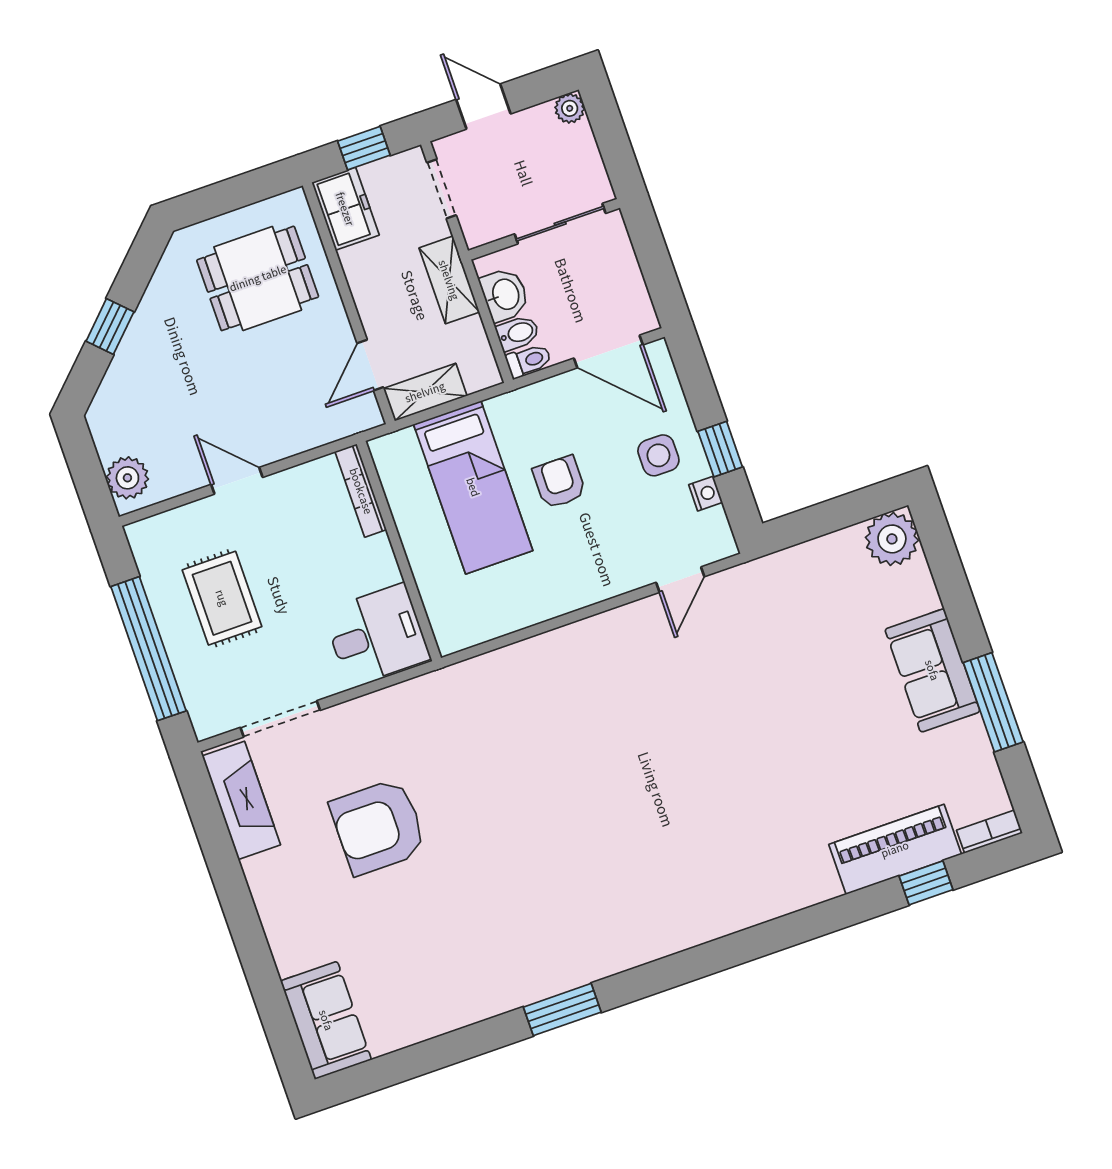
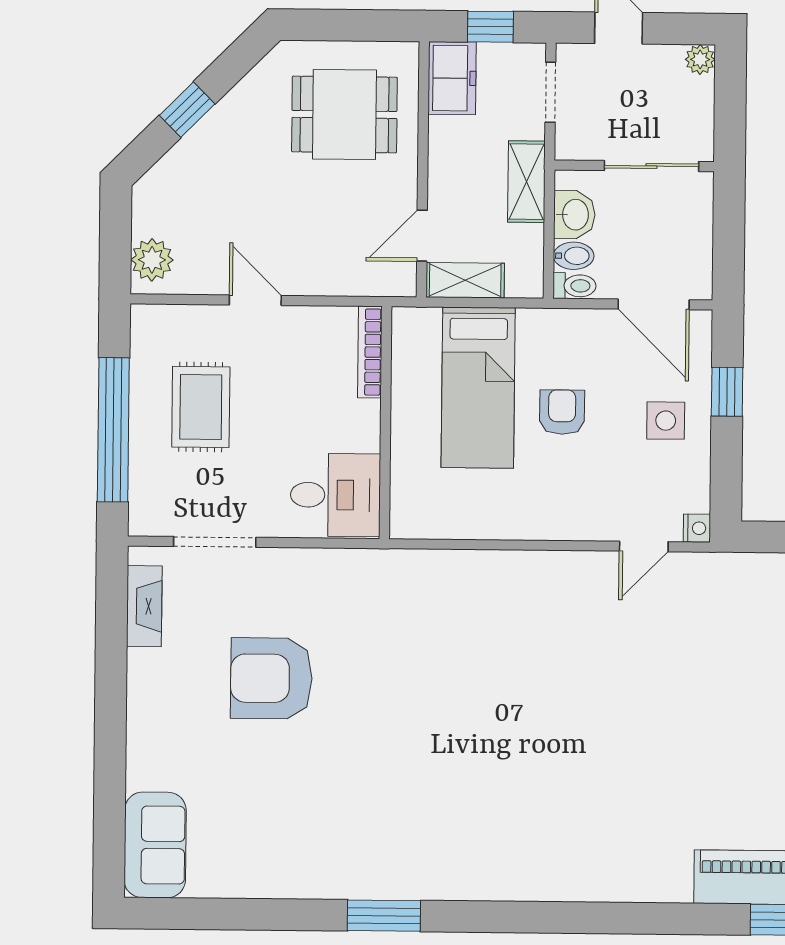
window: (720, 449) -> (727, 392), moved
nightstand: (706, 494) -> (697, 528), moved
fireplace: (241, 800) -> (144, 606), width x0.73, depth x0.76

